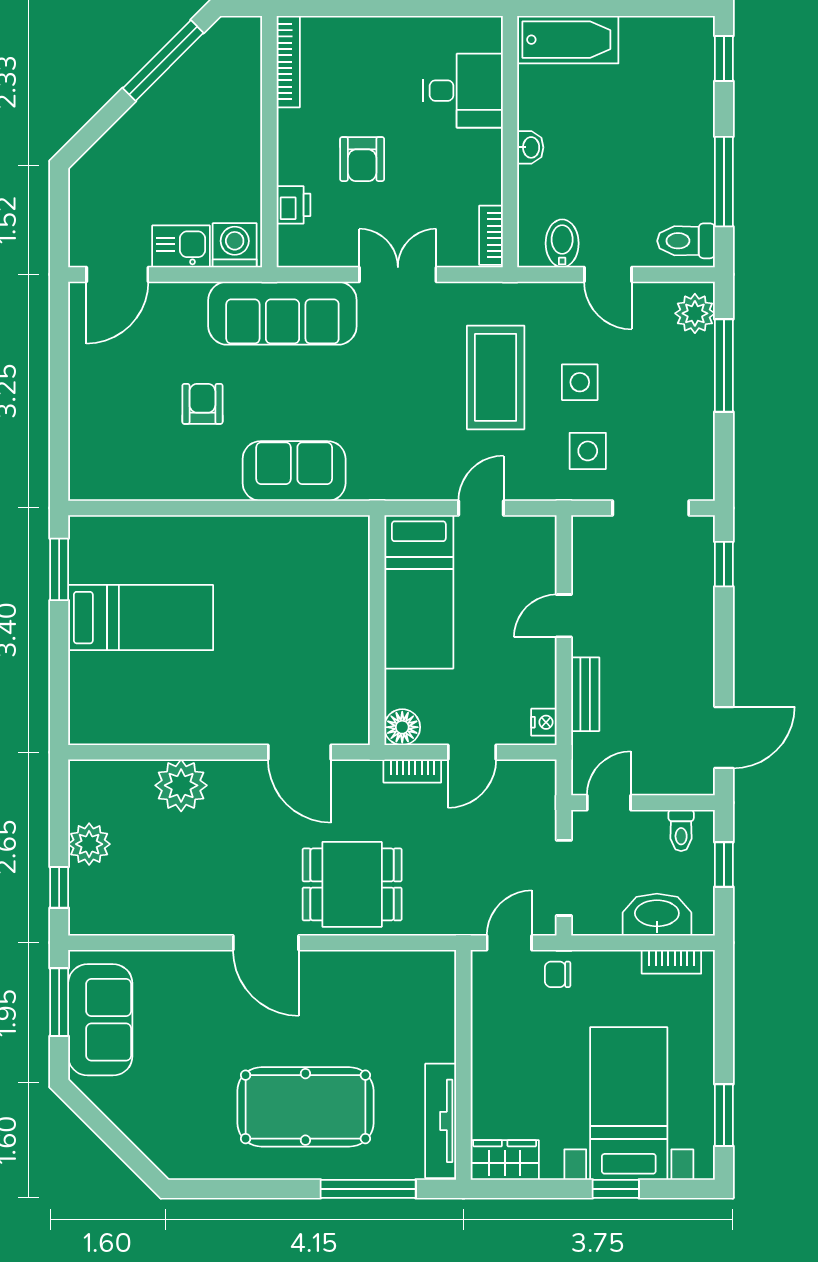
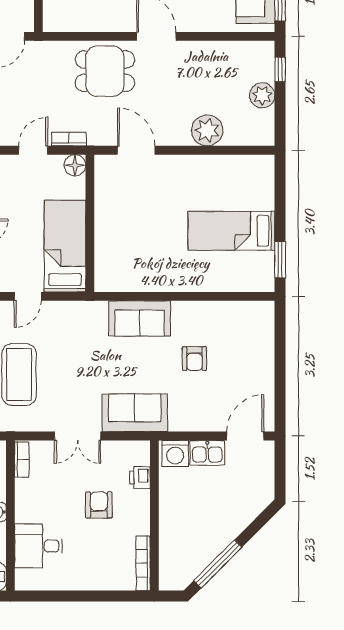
sofa: (282, 313) -> (135, 413), width x0.73

